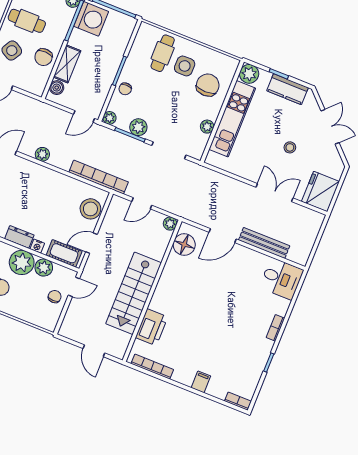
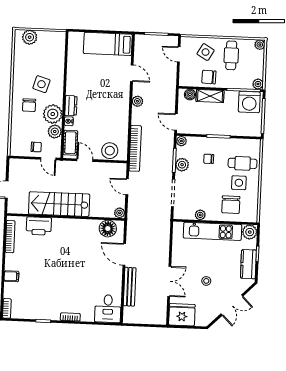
chair: (208, 85) -> (231, 205), turned 90
chair: (125, 89) -> (209, 159), moved

